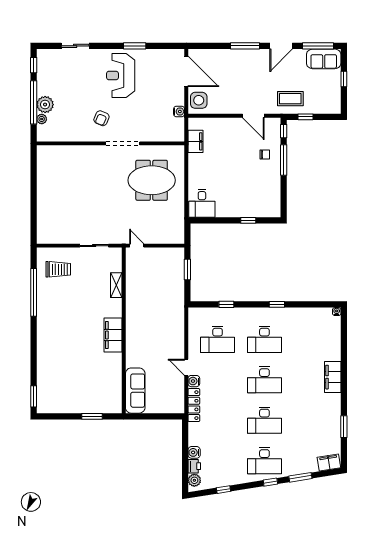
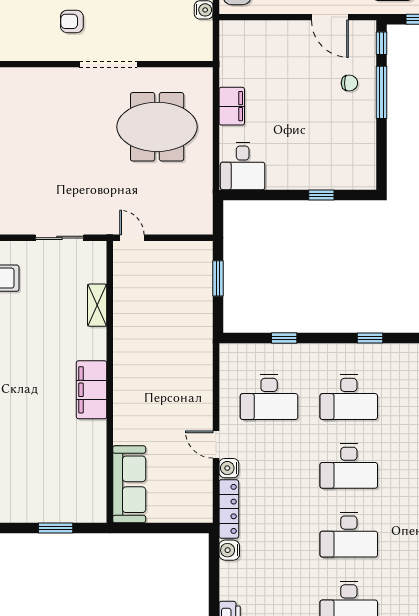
armchair: (101, 118) -> (72, 21), turned 67
filing cabinet: (196, 141) -> (232, 106), moved
water cooler: (194, 452) -> (229, 550), moved

